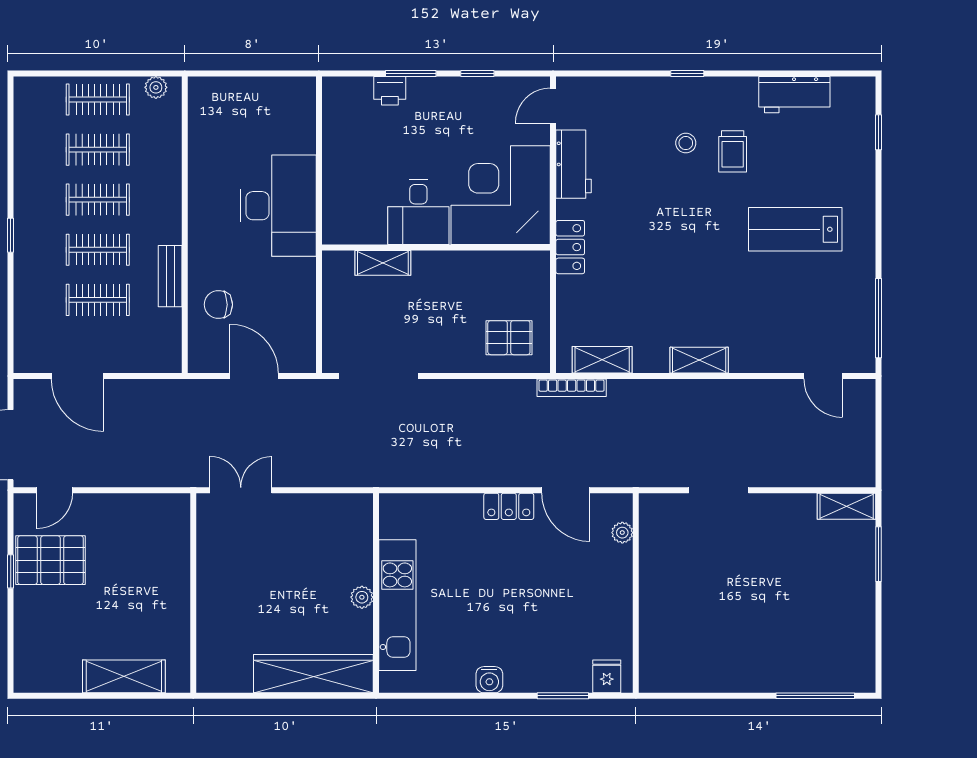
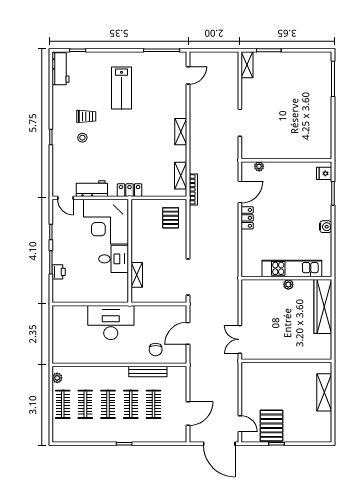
workbench: (794, 95) -> (60, 69), moved
bench: (170, 276) -> (148, 371), width x1.36

